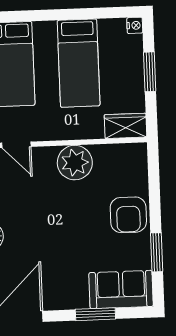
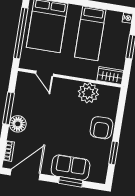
plant: (75, 163) -> (88, 93), moved
sofa: (121, 290) -> (71, 168), moved

